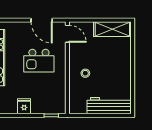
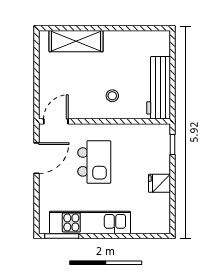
shelving: (112, 29) -> (76, 41), moved, turned 90
workbench: (109, 106) -> (159, 88), moved

